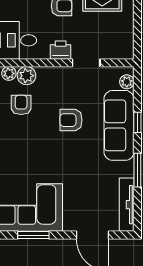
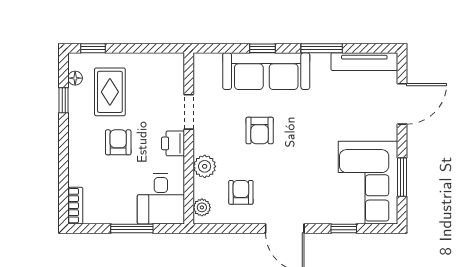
plant: (27, 76) -> (205, 166), moved
plant: (127, 82) -> (212, 61), removed
armchair: (21, 105) -> (241, 192), turned 90

